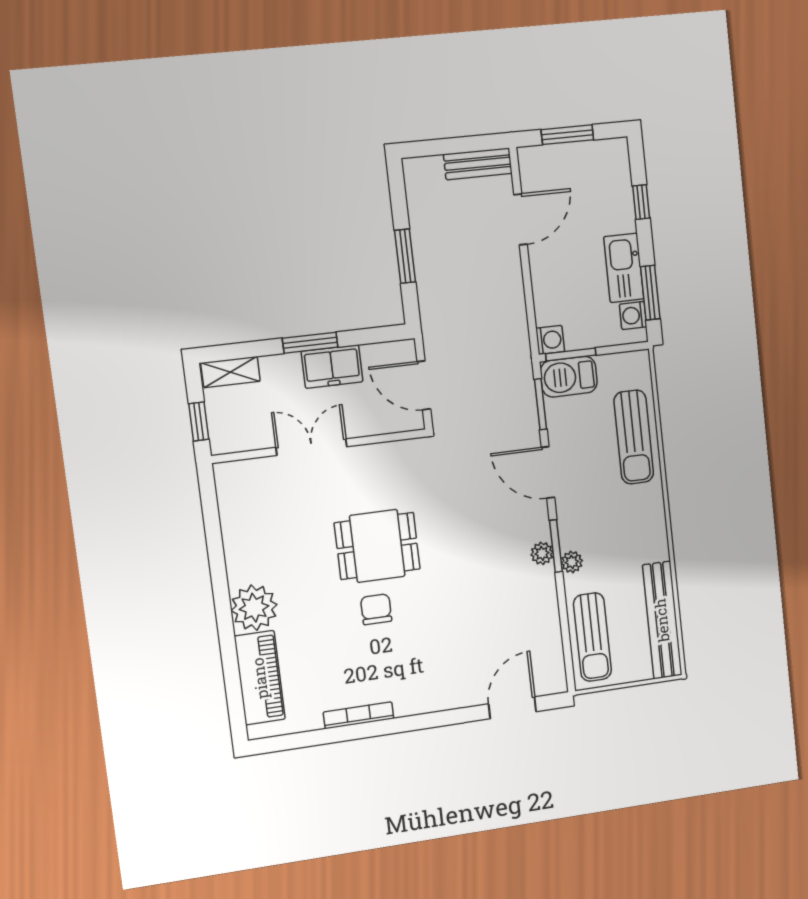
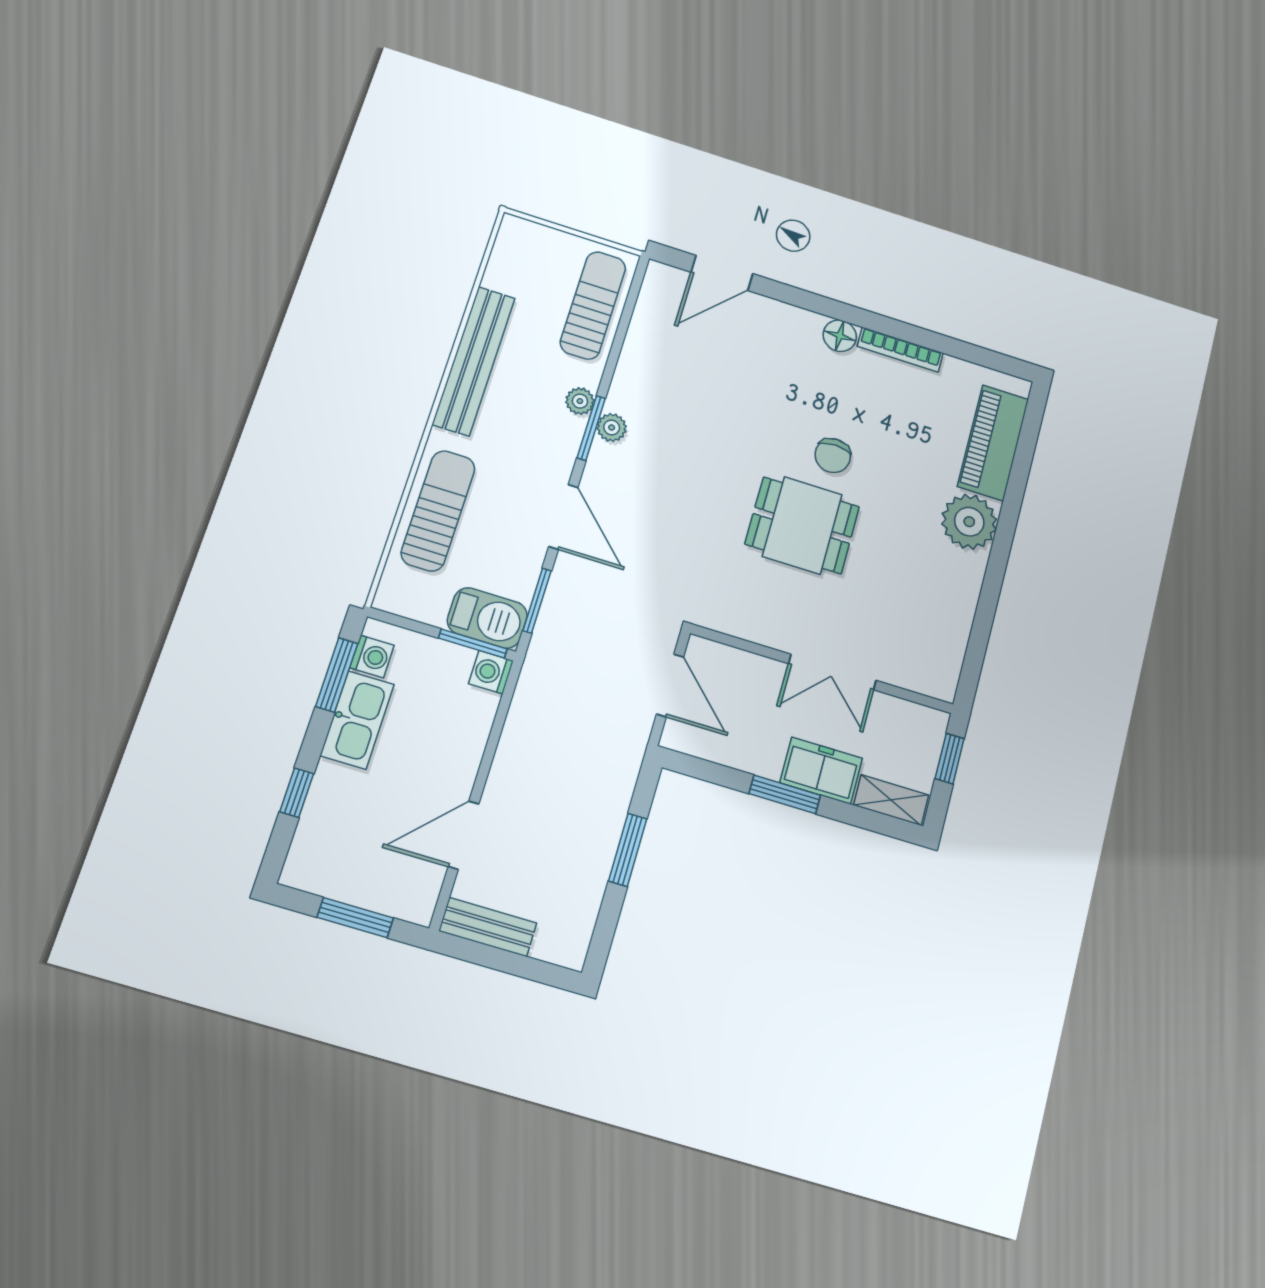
freezer: (332, 367) -> (821, 770), moved
bench: (662, 620) -> (474, 361), moved
floor lamp: (408, 703) -> (840, 336), added

